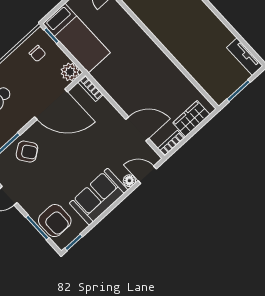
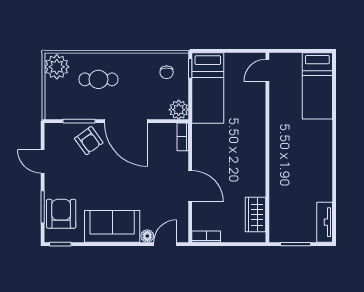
door: (51, 104) -> (126, 121), moved
wardrobe: (191, 119) -> (255, 215), moved, turned -90
door: (137, 129) -> (190, 186), moved
door: (147, 175) -> (165, 244), hinge flipped
armchair: (55, 221) -> (61, 214), turned 180

